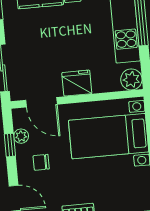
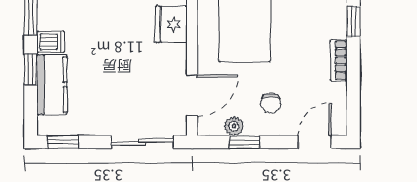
fridge: (77, 83) -> (171, 24), moved

